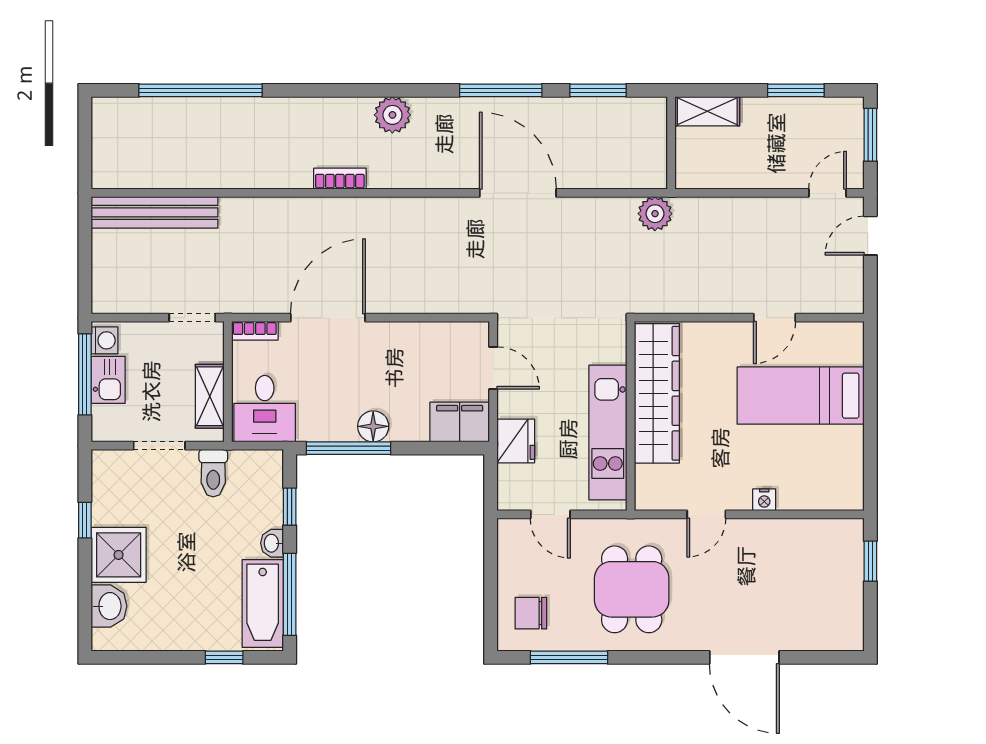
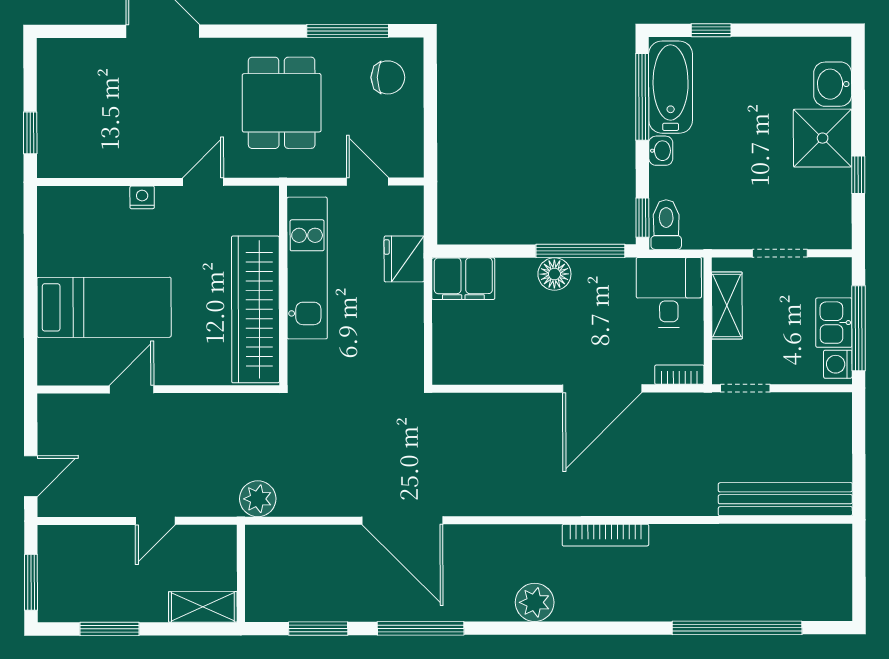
bookcase: (340, 179) -> (605, 535), width x1.56
door: (828, 193) -> (155, 521), moved
door: (493, 368) -> (428, 336), removed
toilet: (213, 473) -> (666, 225), moved
window: (290, 507) -> (642, 218), moved

